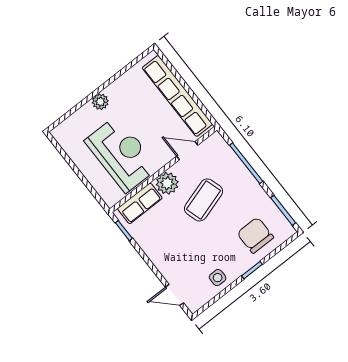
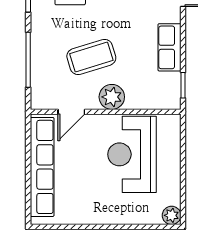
plant: (100, 102) -> (172, 215), moved
door: (187, 151) -> (71, 112), hinge flipped
row of seats: (140, 203) -> (169, 47), moved, turned -90

